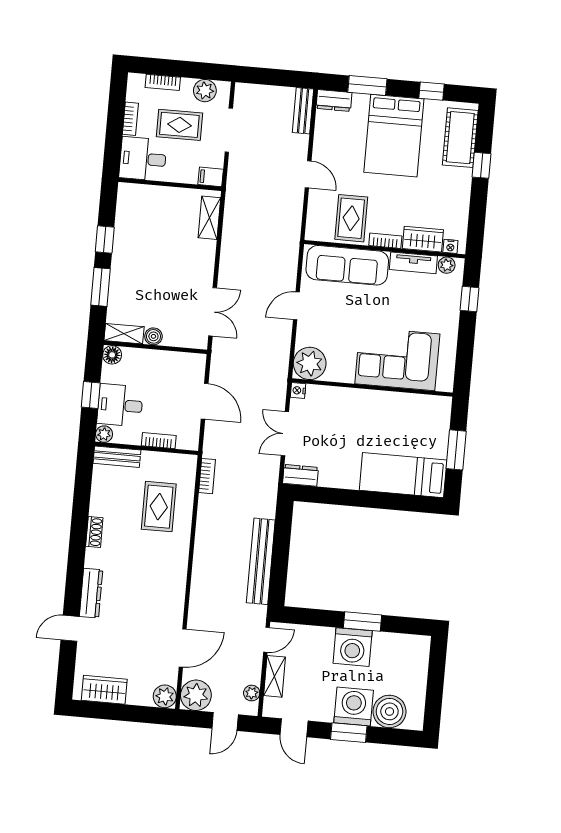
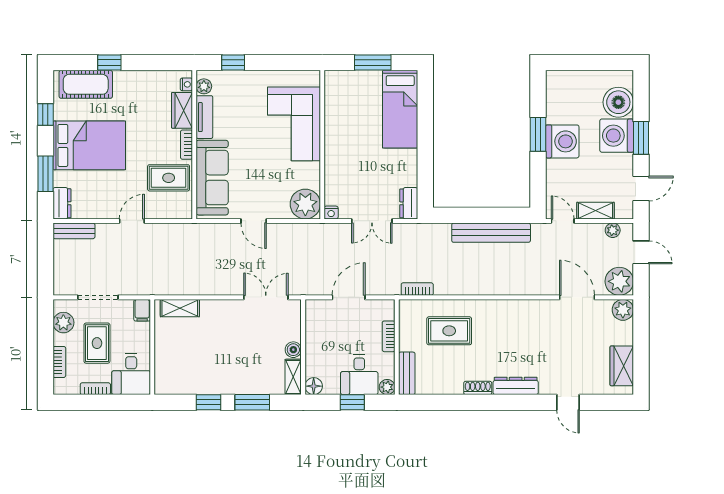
dresser: (91, 593) -> (516, 386), moved

